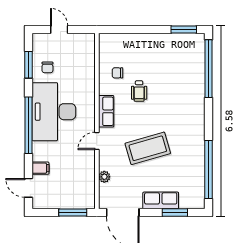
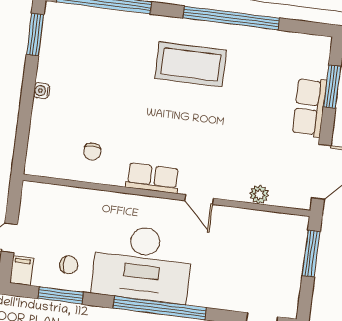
water cooler: (150, 38) -> (42, 91), added
wheelchair: (139, 91) -> (126, 120), removed
coffee table: (148, 148) -> (191, 64), moved, turned -74
filing cabinet: (40, 168) -> (22, 271), moved
window: (209, 170) -> (231, 18), moved

